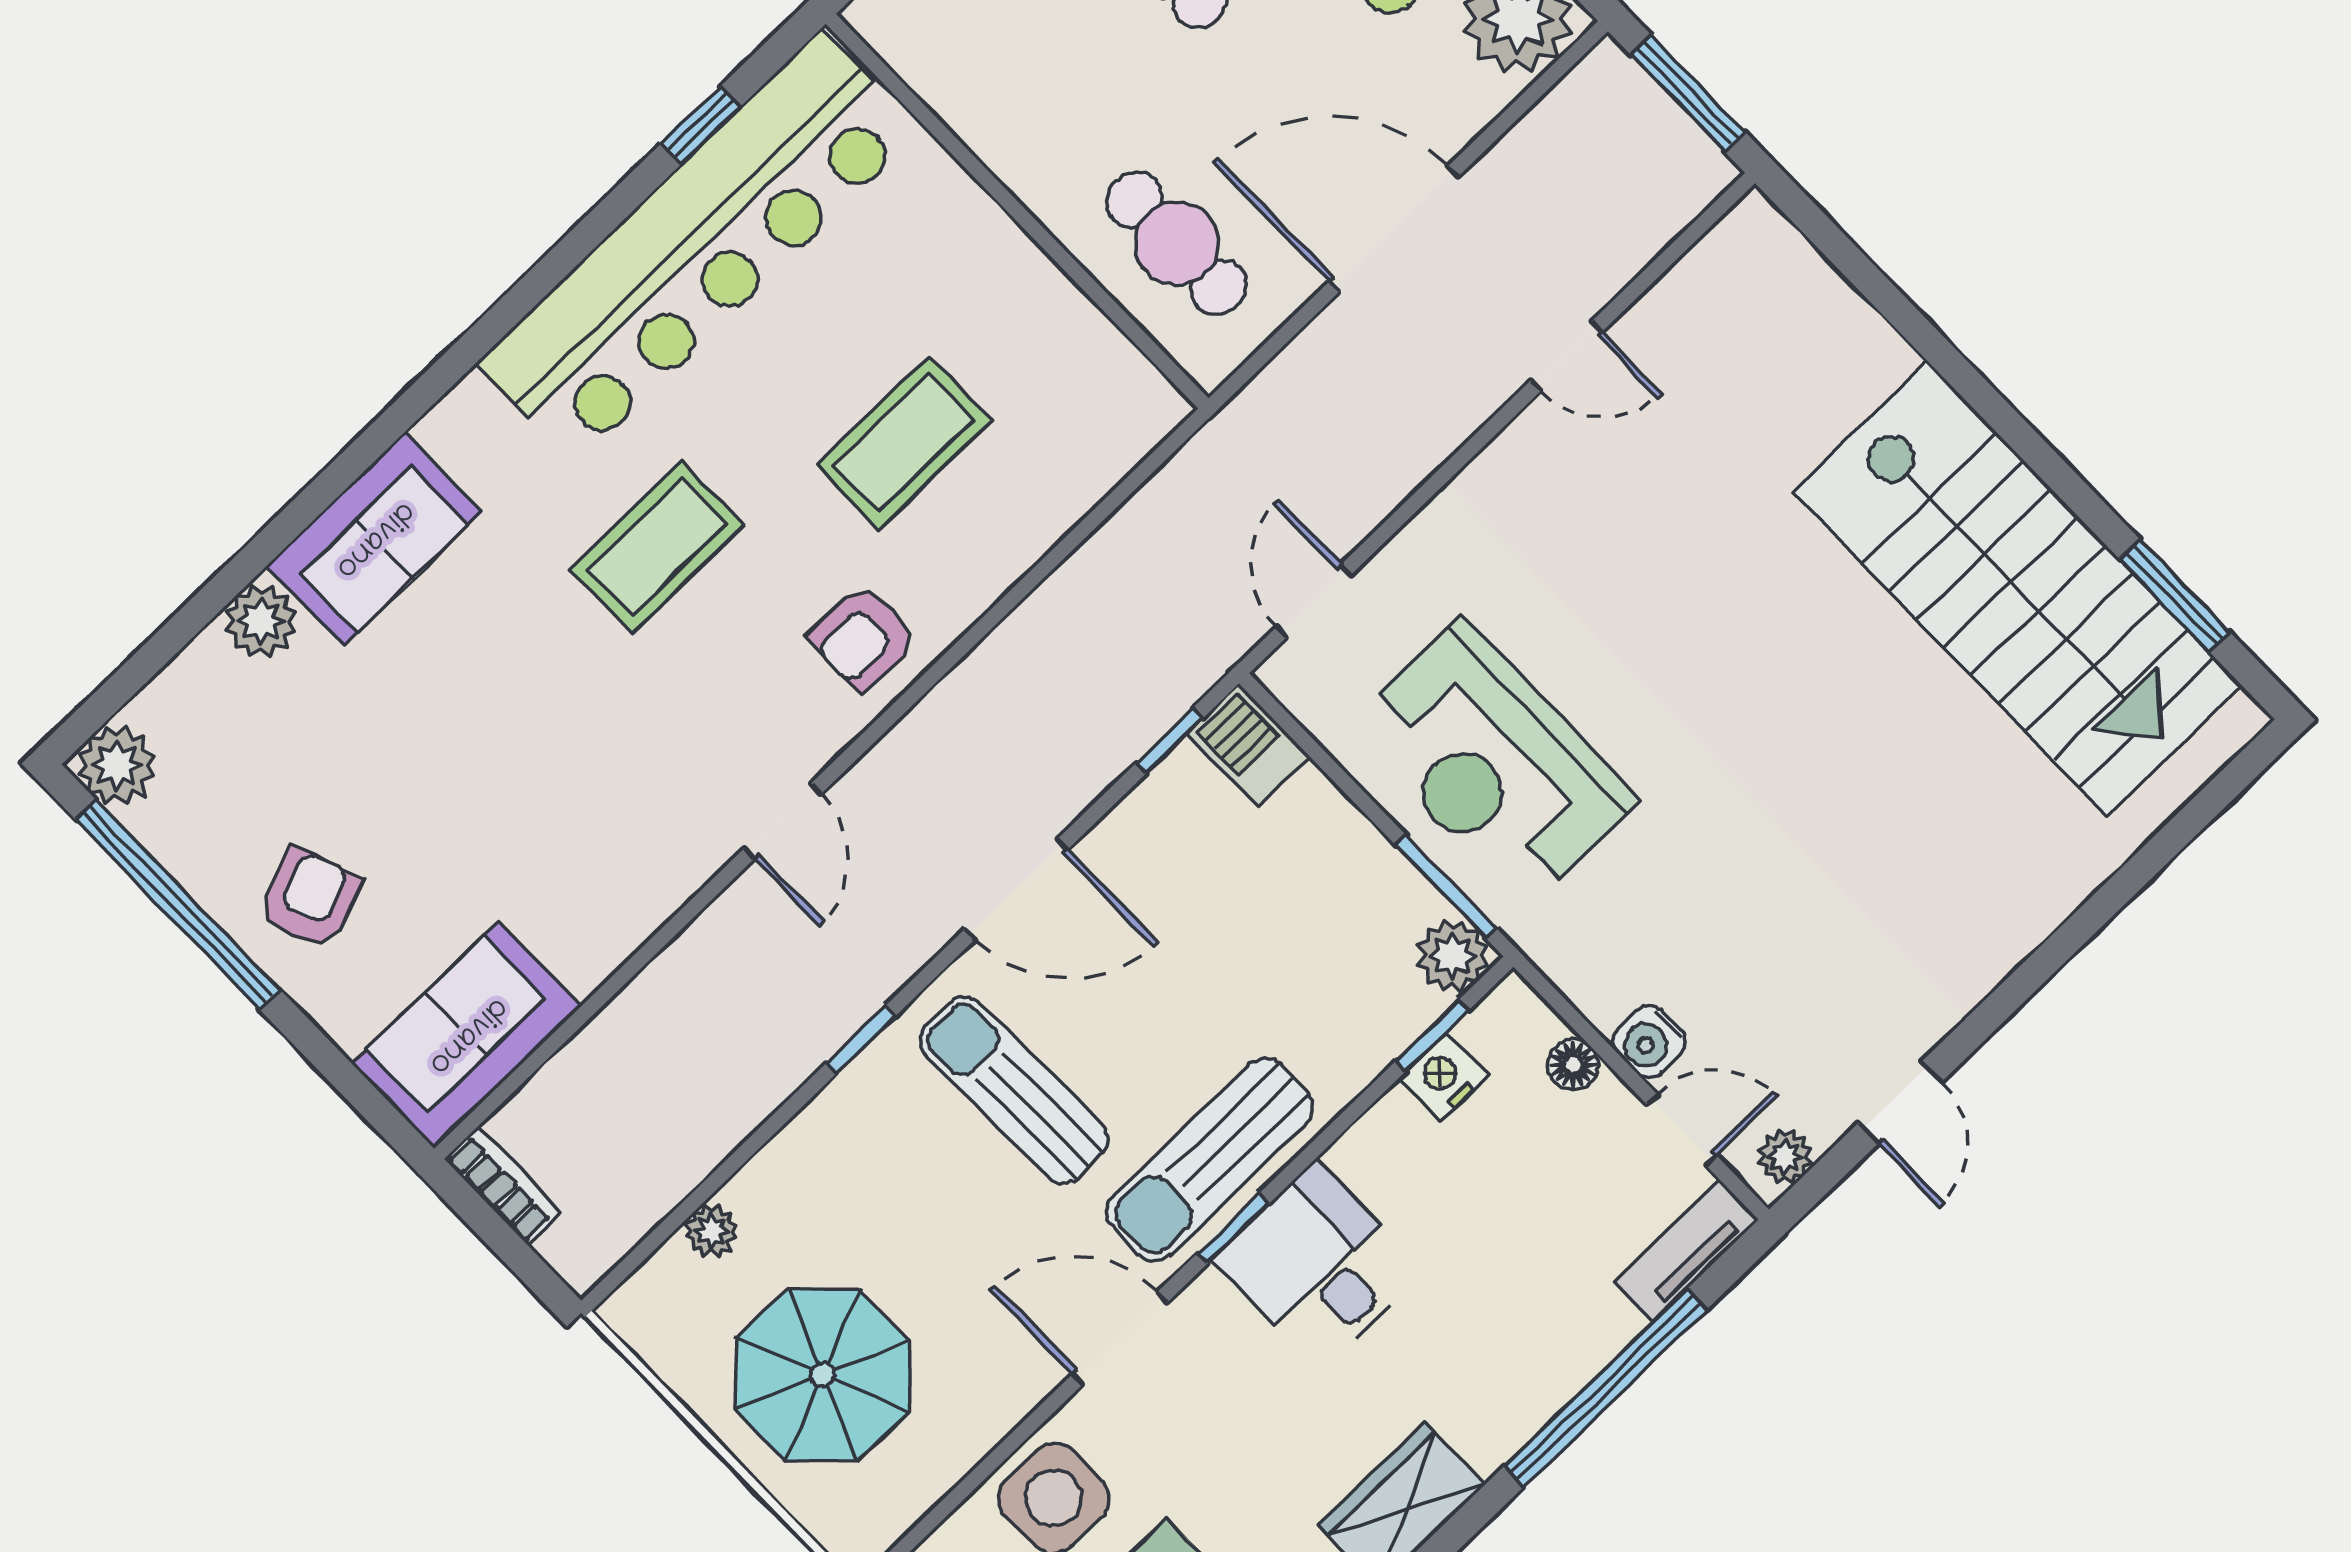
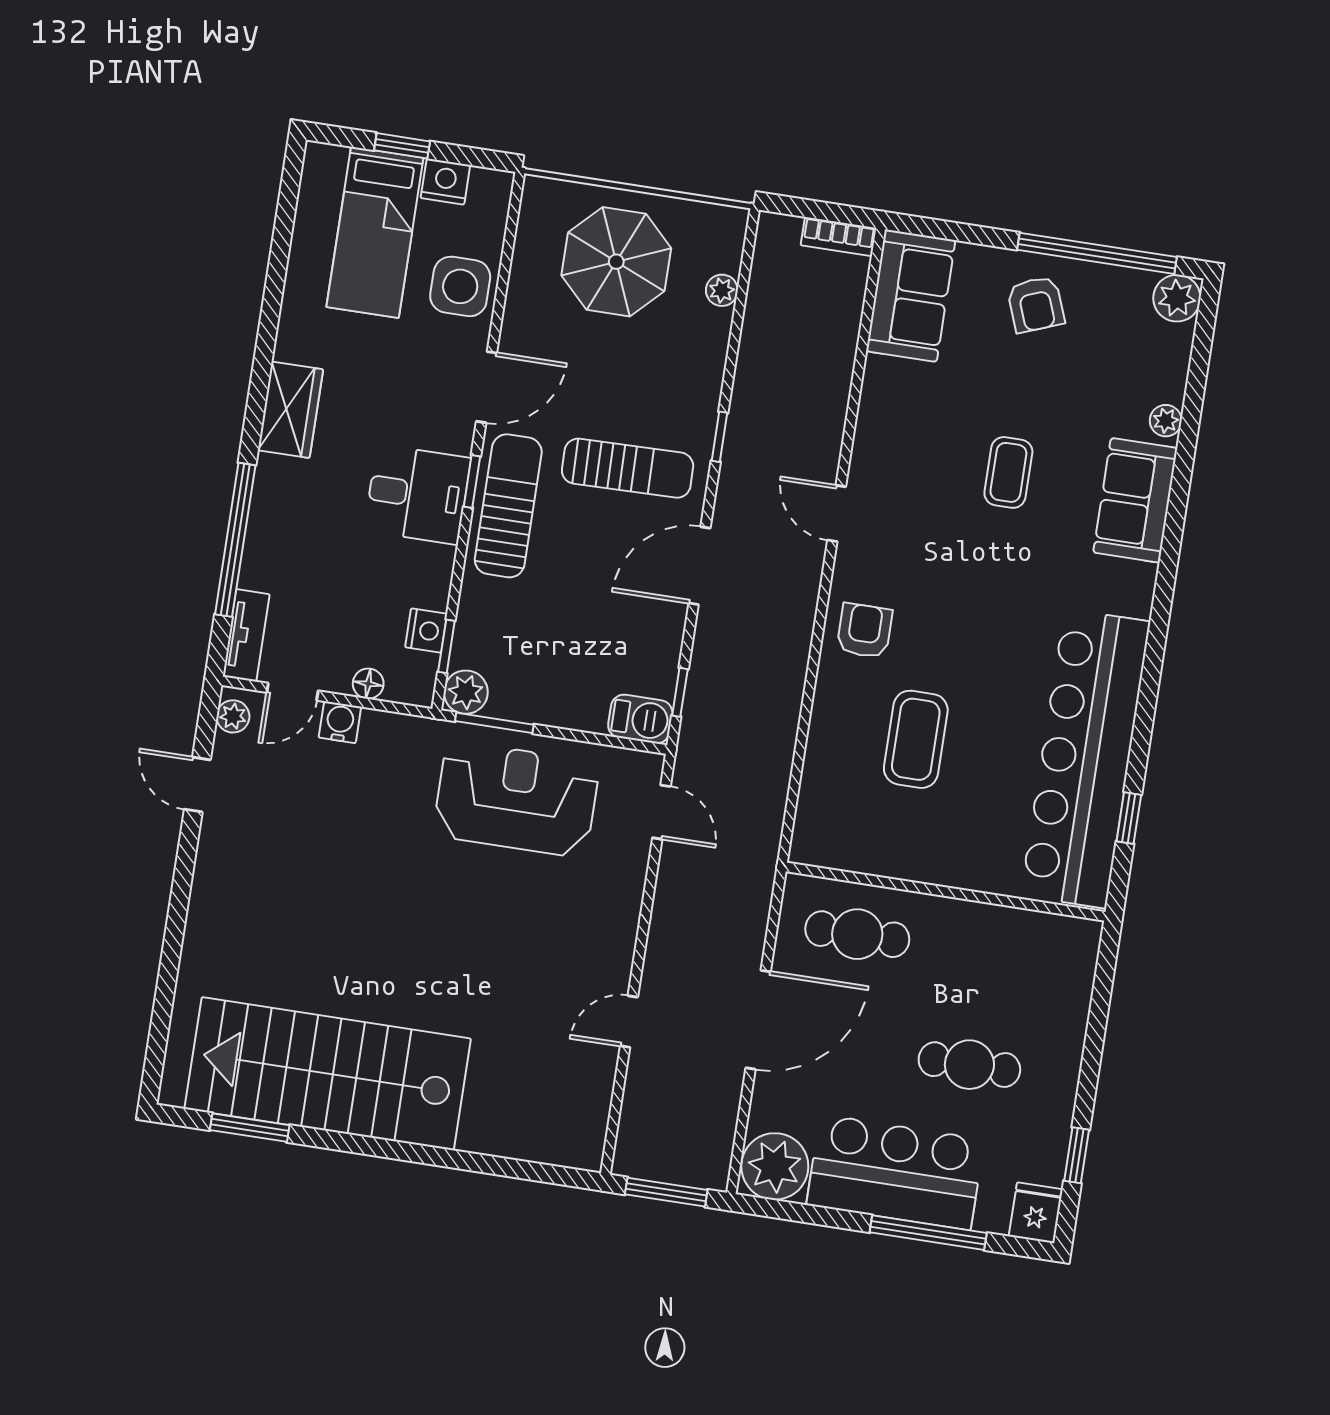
coffee table: (657, 547) -> (1008, 472), moved, width x0.73, depth x0.77
plant: (261, 621) -> (1166, 421), width x0.73, depth x0.73

